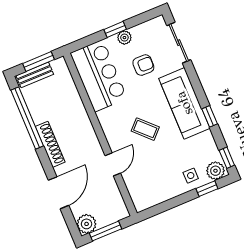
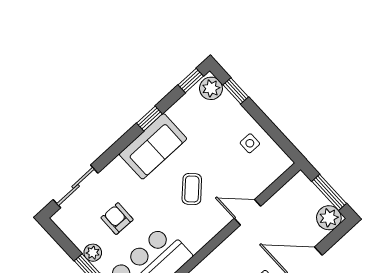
sofa: (184, 103) -> (153, 146), width x0.73
side table: (191, 176) -> (250, 143), moved

